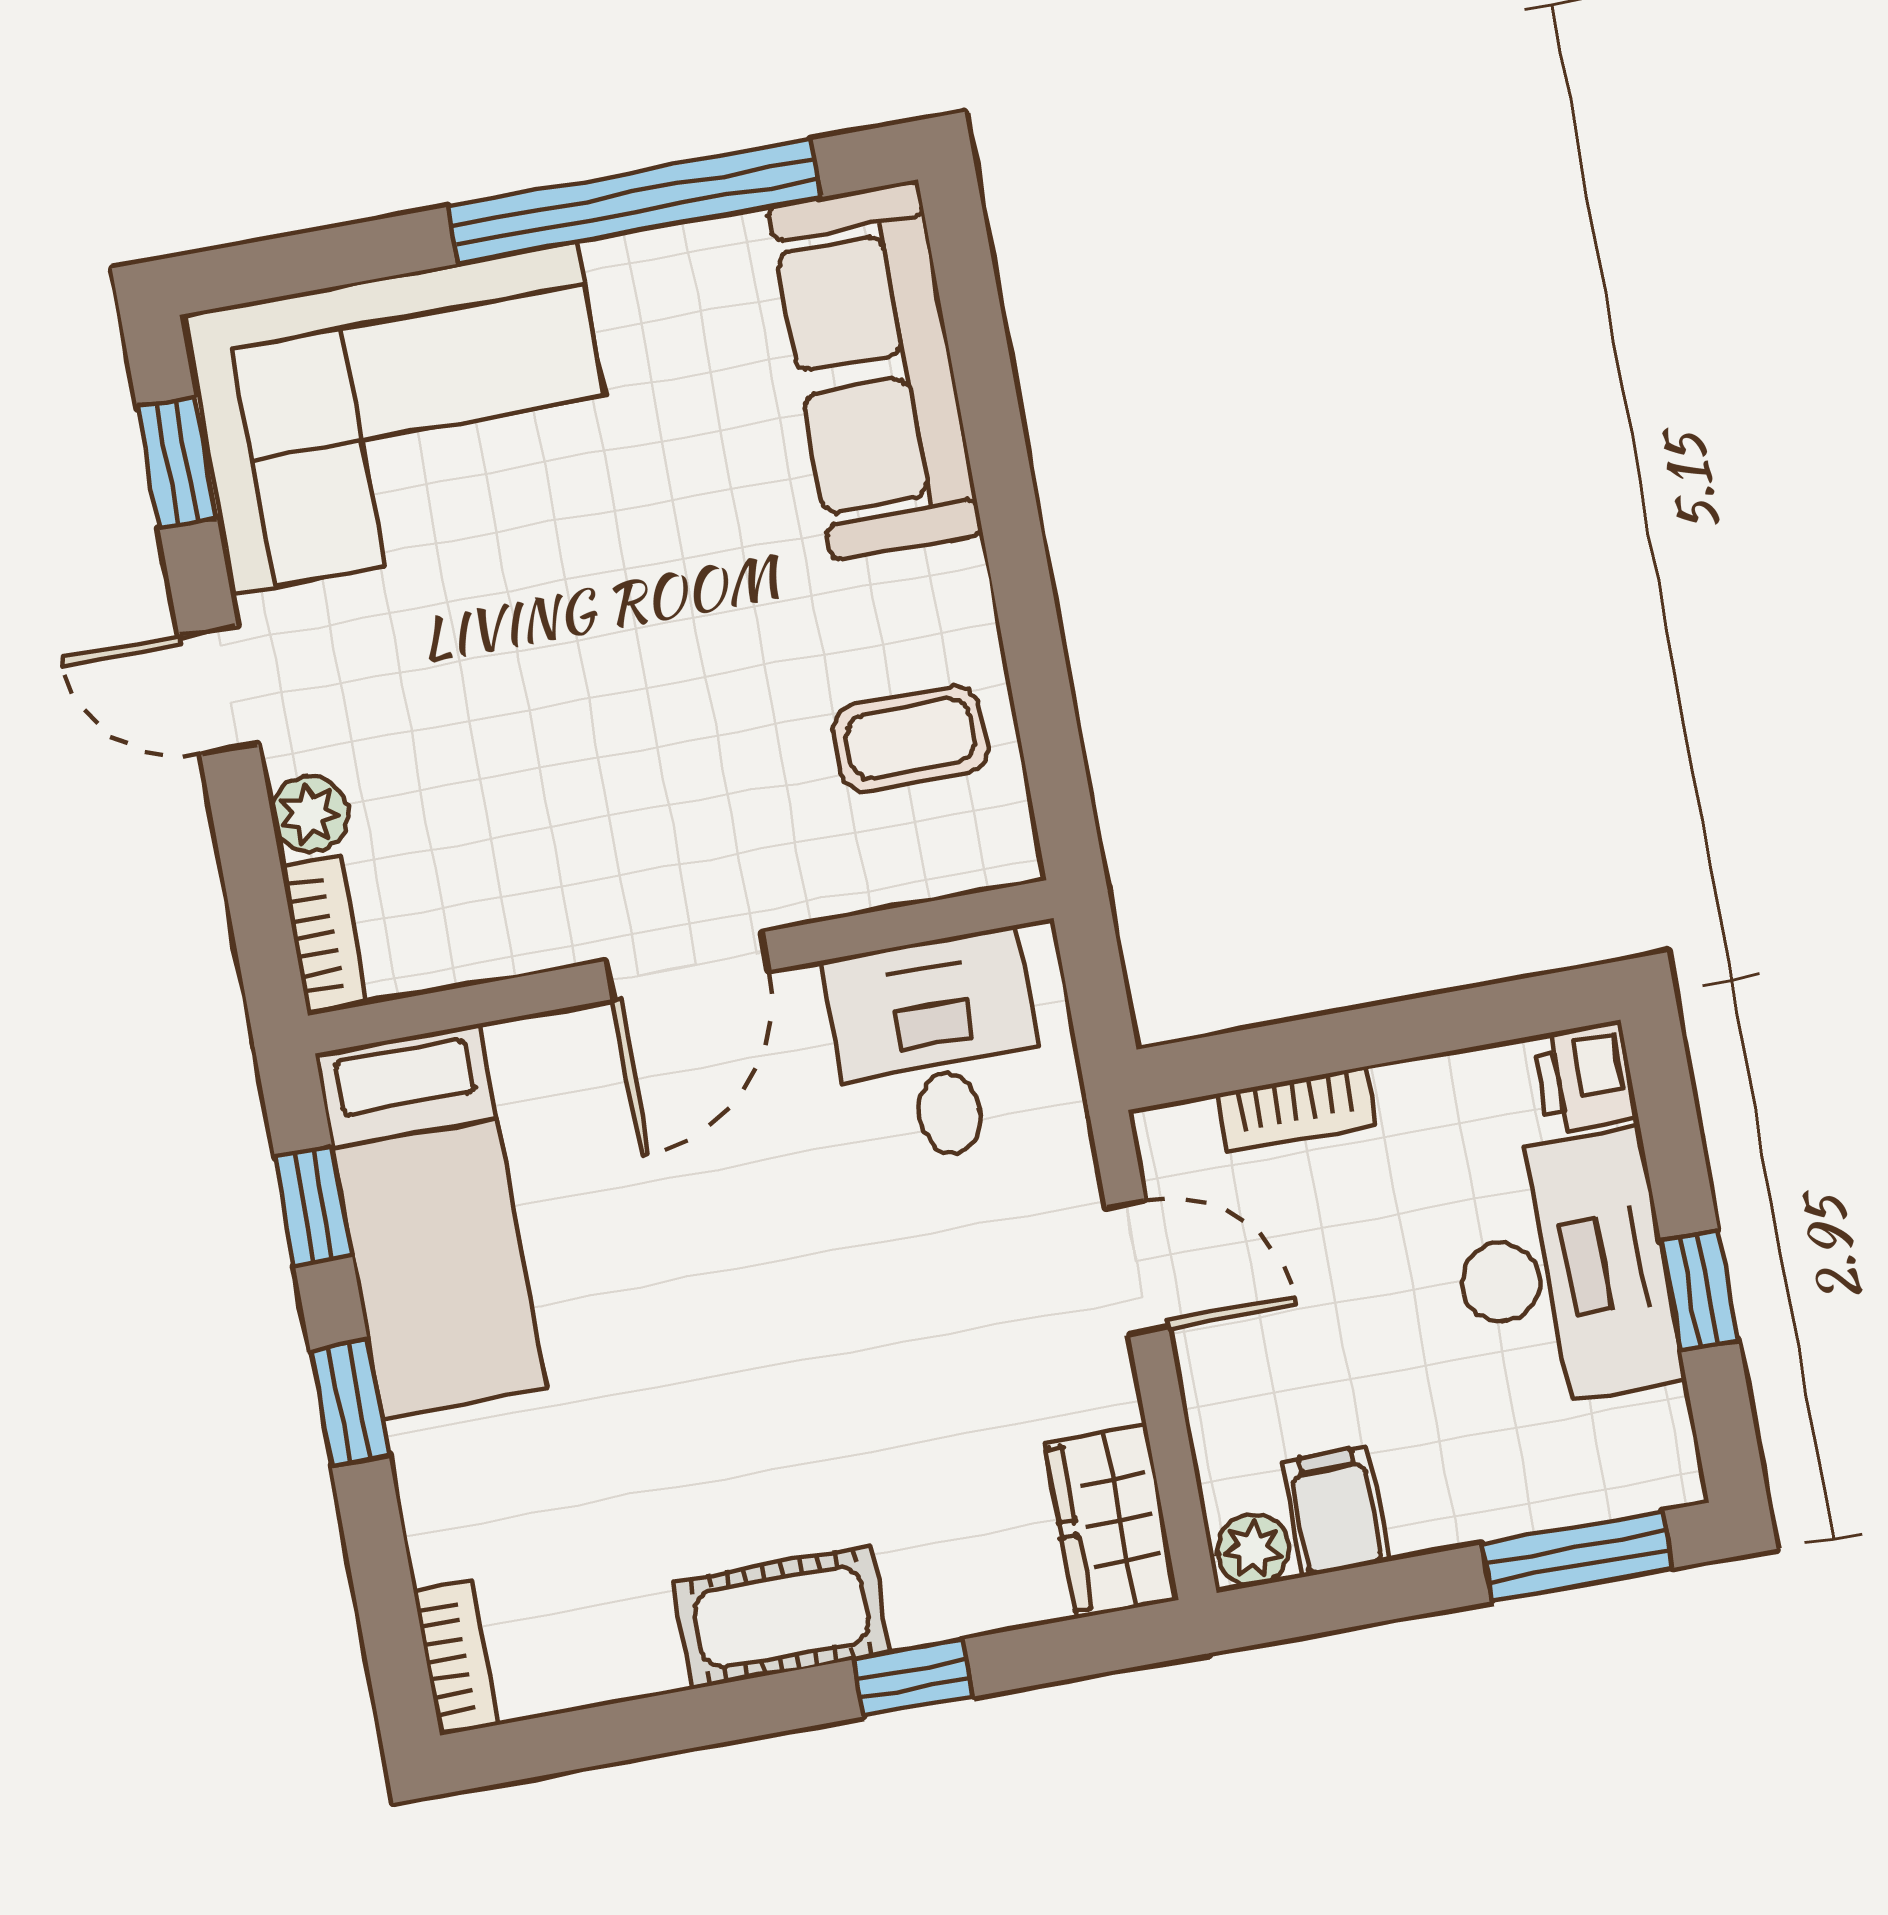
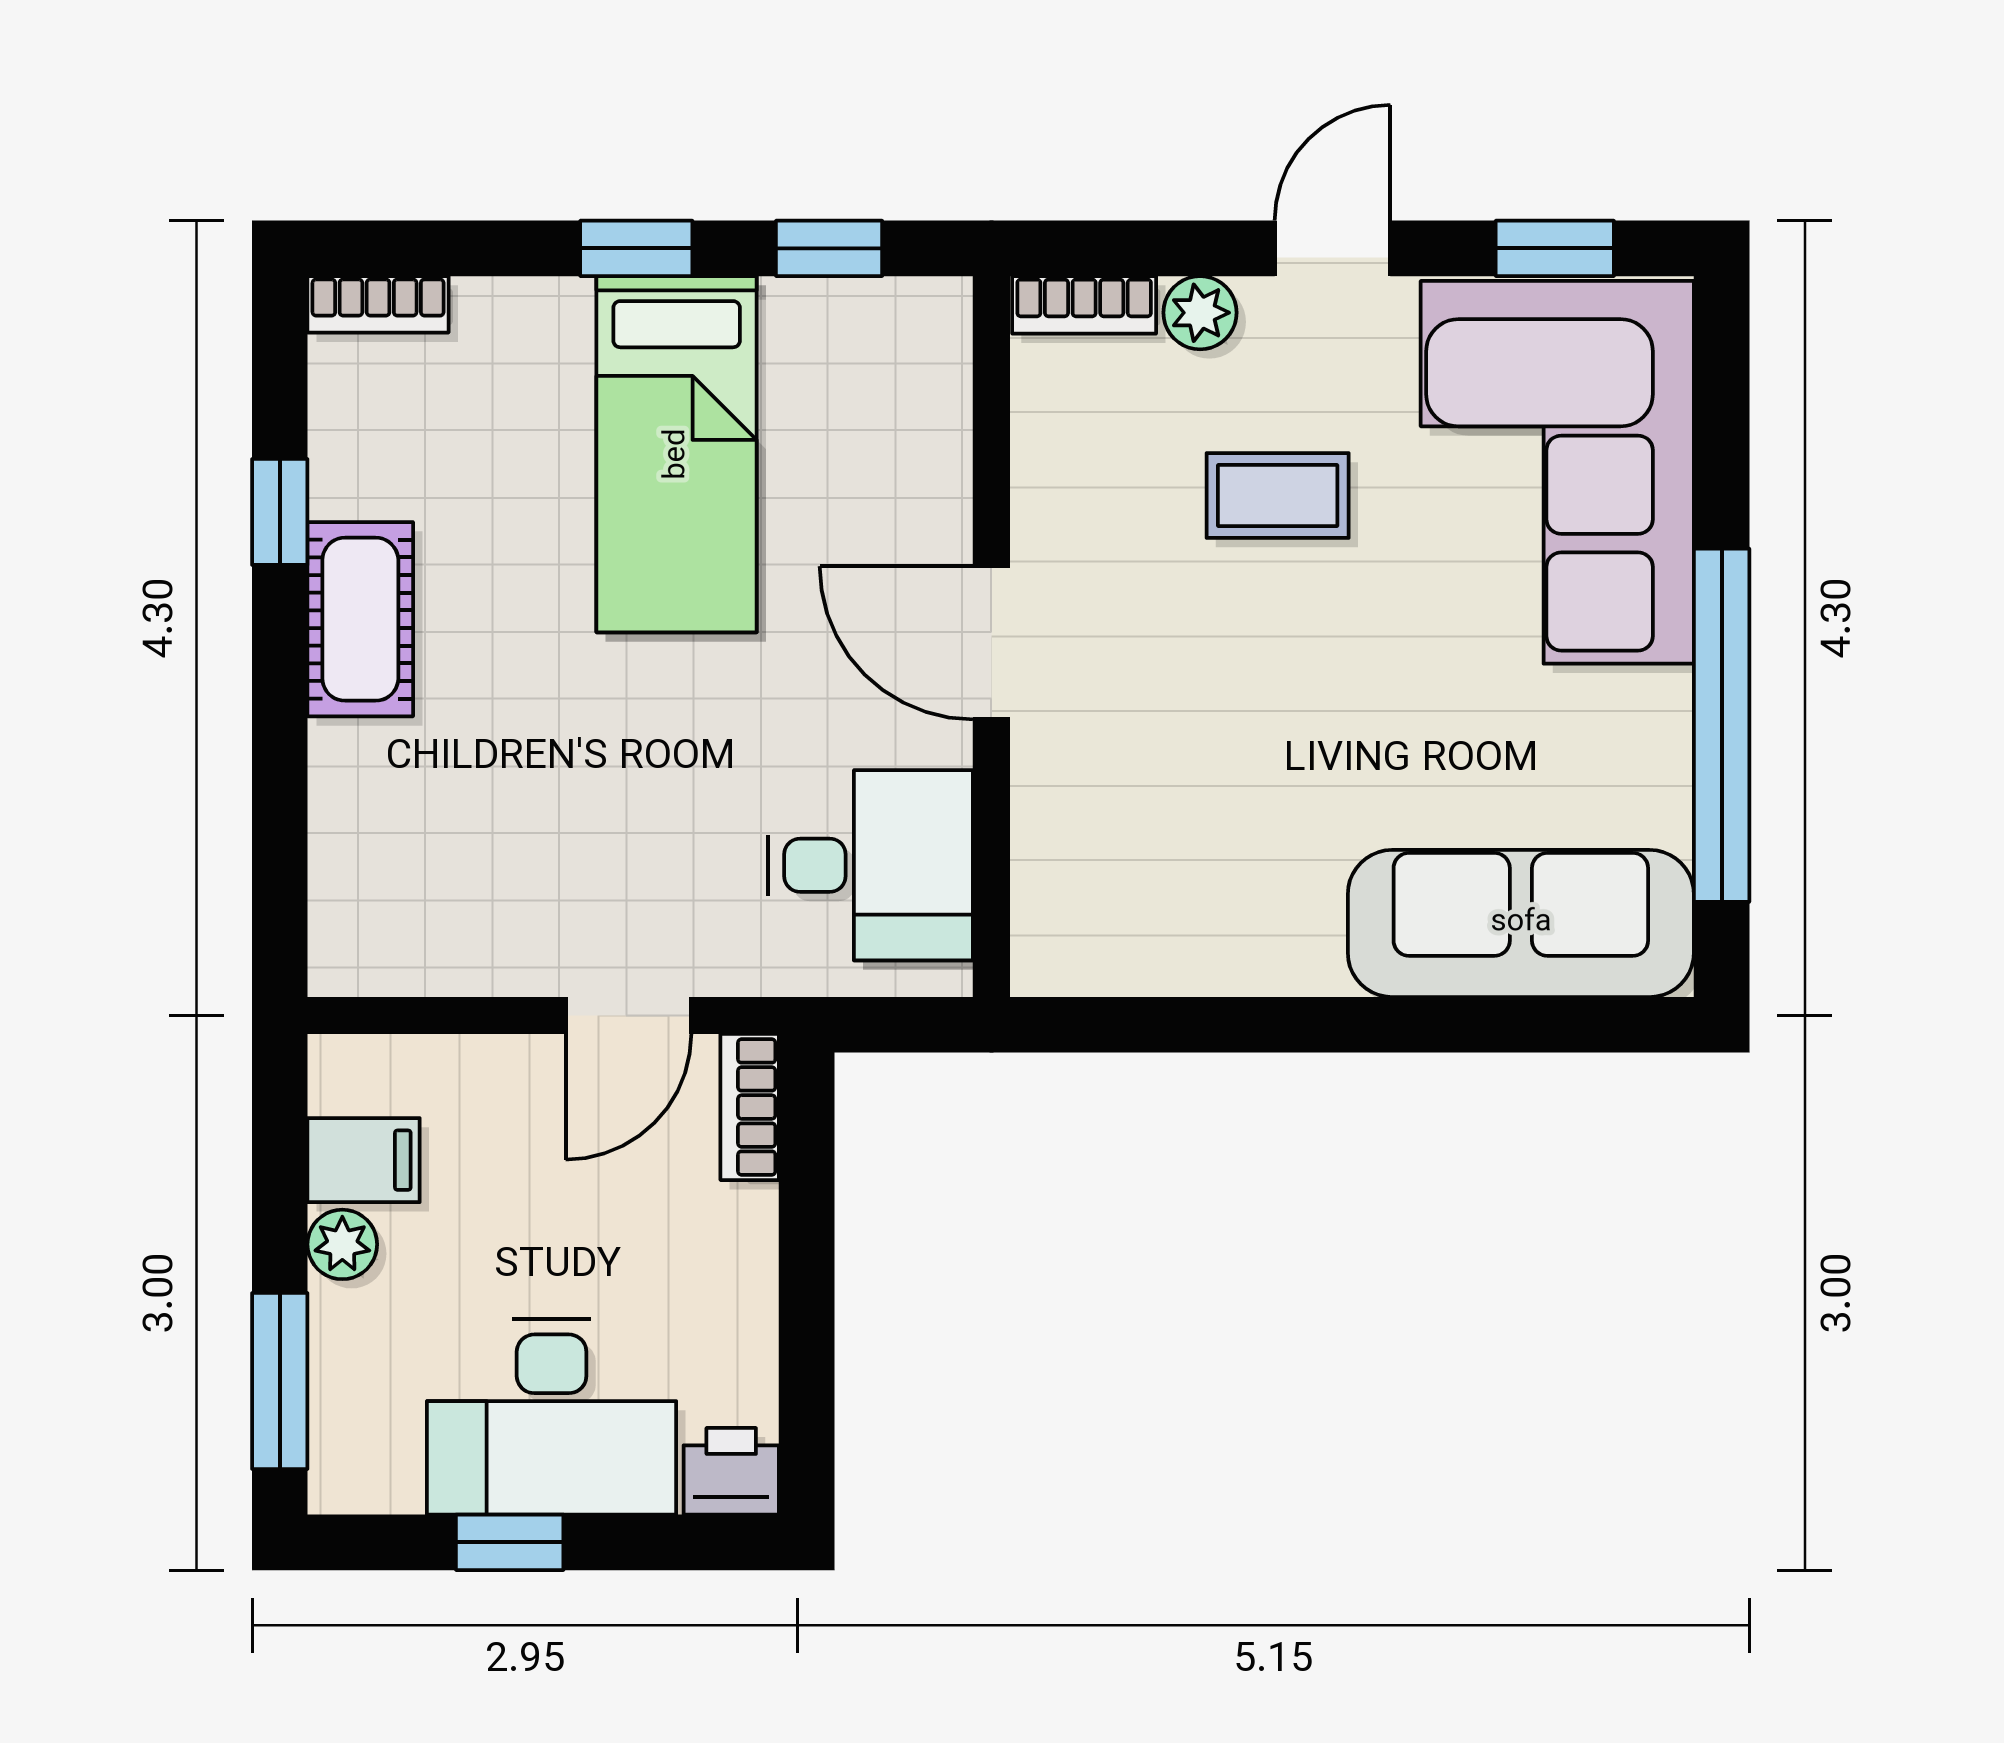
coffee table: (910, 739) -> (1278, 495), moved, turned 90
bookcase: (1296, 1110) -> (750, 1107), moved
bed: (430, 1221) -> (677, 454), moved, turned -90
wardrobe: (1111, 1521) -> (393, 947), removed
plant: (1253, 1549) -> (342, 1244), moved
window: (913, 1678) -> (280, 512), moved

